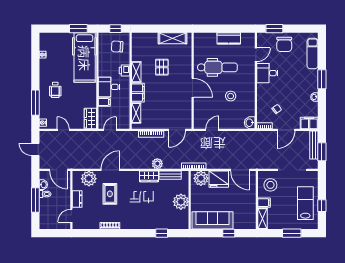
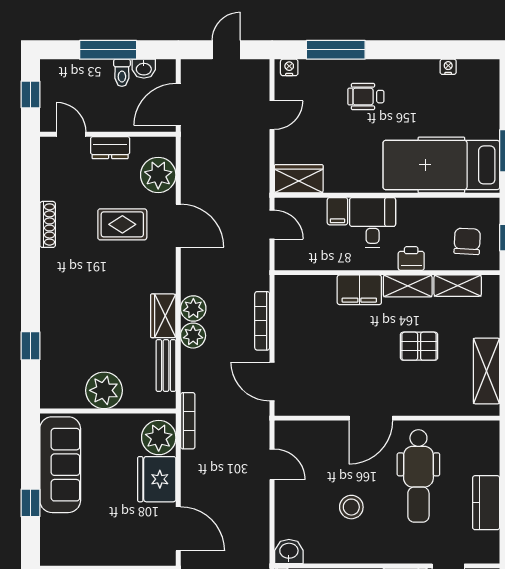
shelving: (136, 113) -> (458, 286), moved
plant: (146, 164) -> (193, 308), added
door: (240, 170) -> (178, 529), swing flipped
window: (54, 233) -> (30, 94), added

